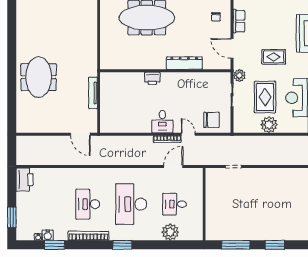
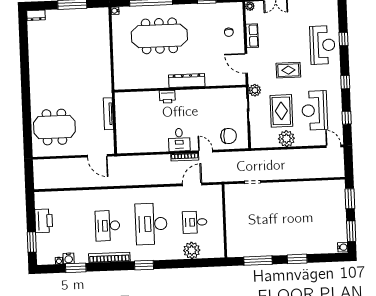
dresser: (184, 63) -> (187, 81), moved
meeting table: (39, 77) -> (54, 127), moved, turned 90
printer: (24, 180) -> (44, 221), moved

